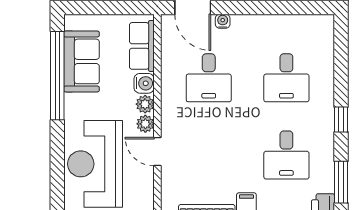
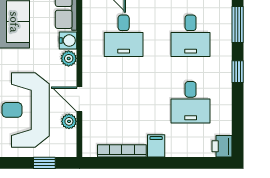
plant: (145, 124) -> (69, 121), moved
window: (341, 182) -> (238, 25), moved

